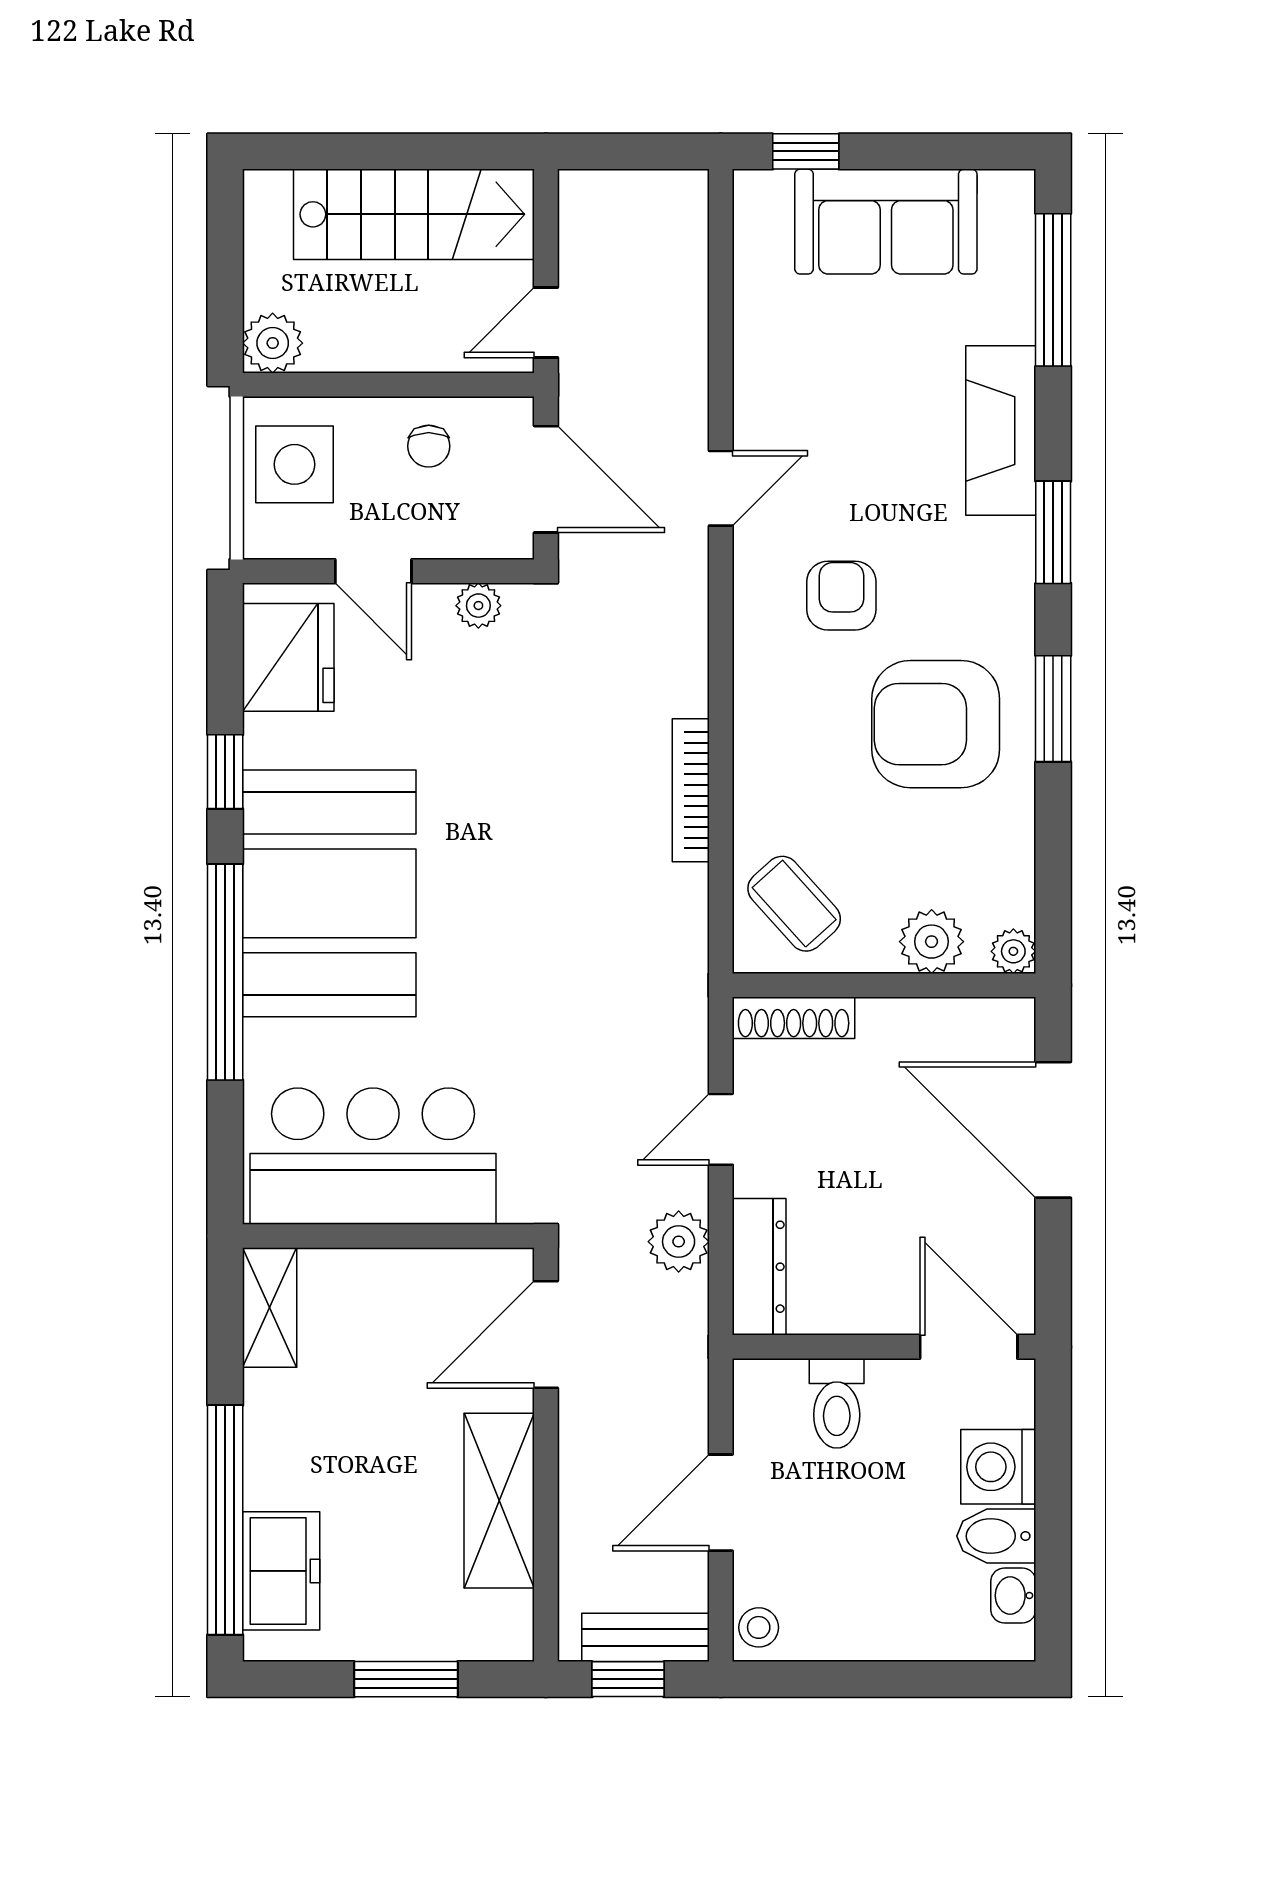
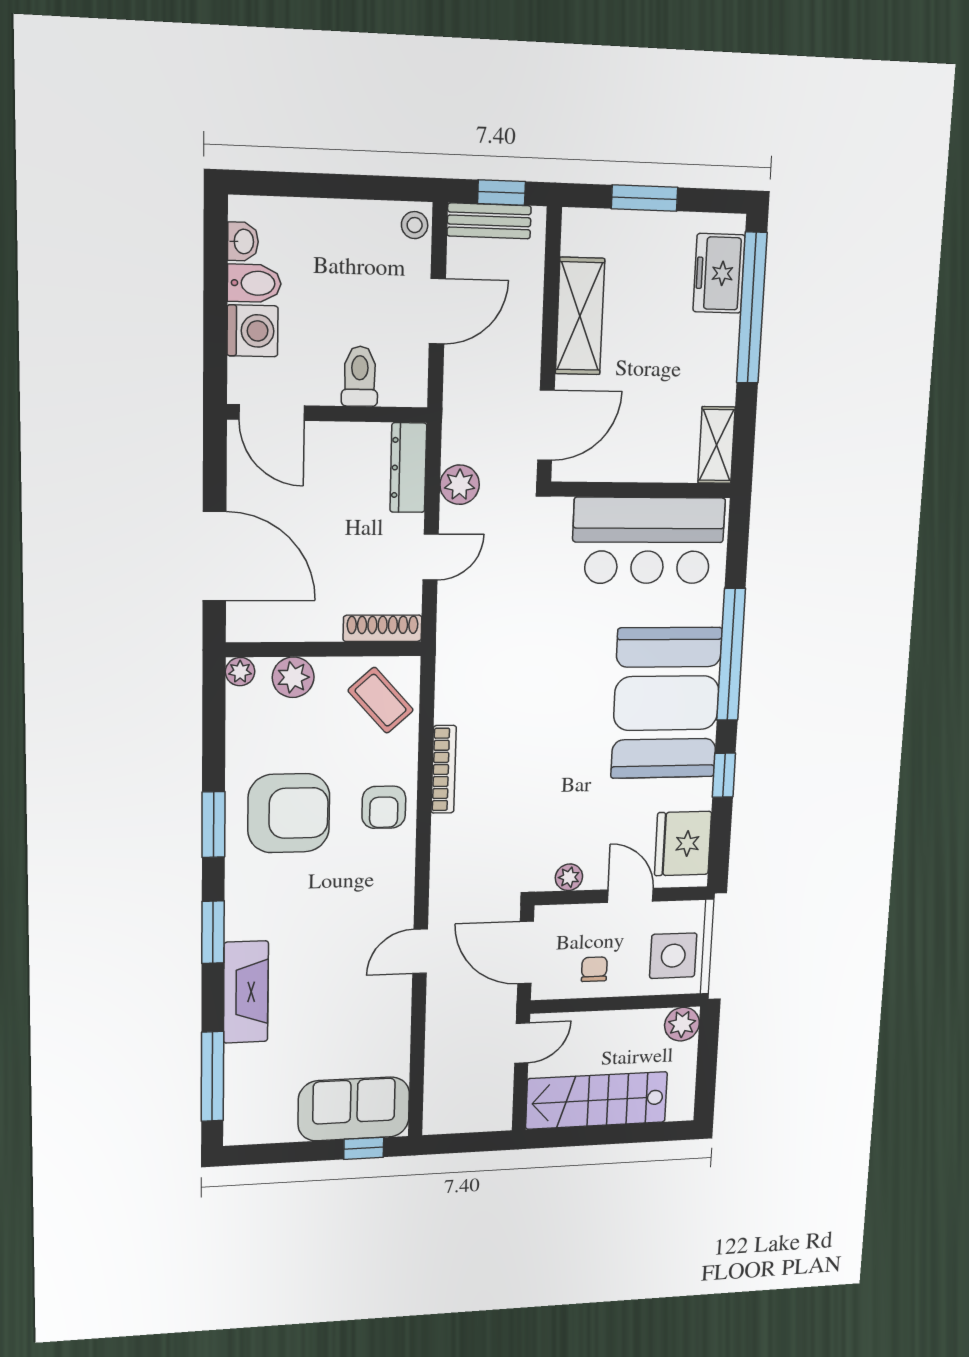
sofa: (886, 222) -> (354, 1109), moved
armchair: (841, 596) -> (384, 807), moved

